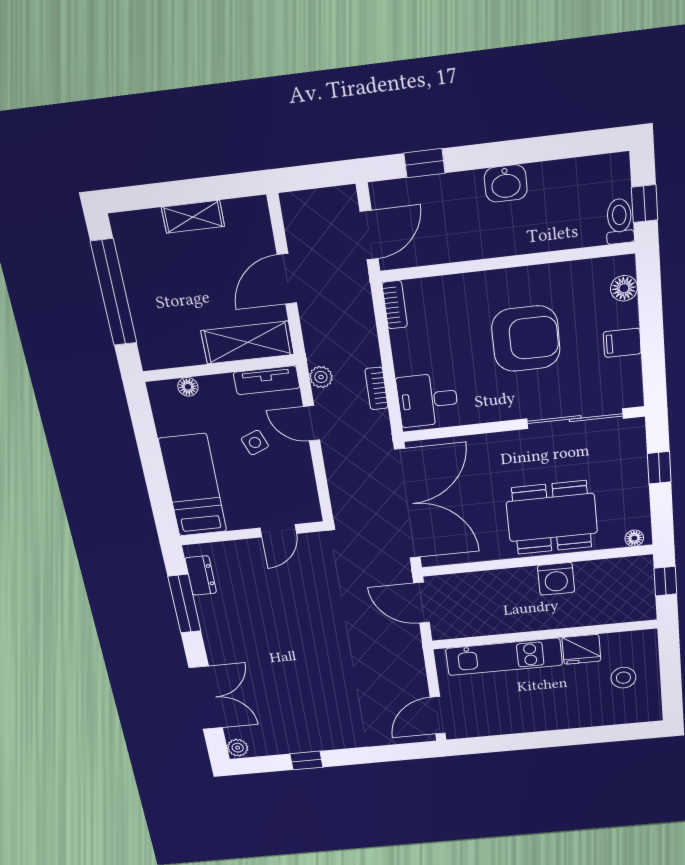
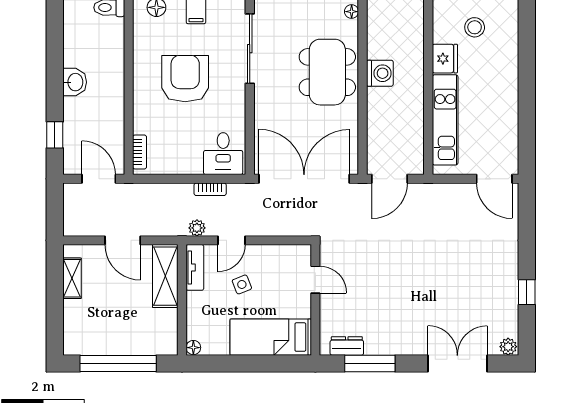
shelving: (193, 217) -> (72, 278), moved
bookcase: (395, 305) -> (140, 152), moved, turned 90
floor lamp: (188, 387) -> (193, 348), moved

